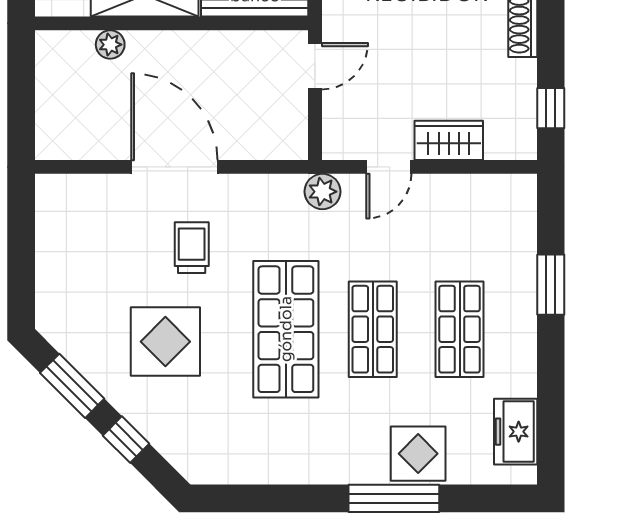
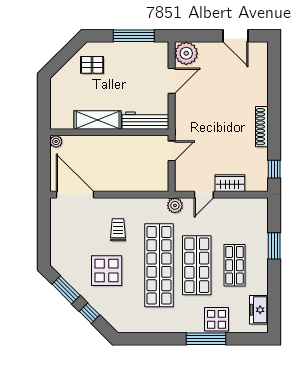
plant: (110, 45) -> (56, 141), moved
door: (174, 167) -> (75, 195), moved
shop shelf: (286, 329) -> (159, 265), width x1.40
shop shelf: (373, 329) -> (197, 265), width x1.43, depth x1.36

